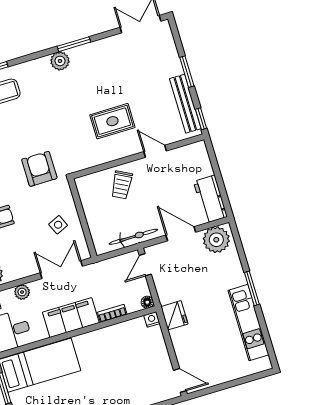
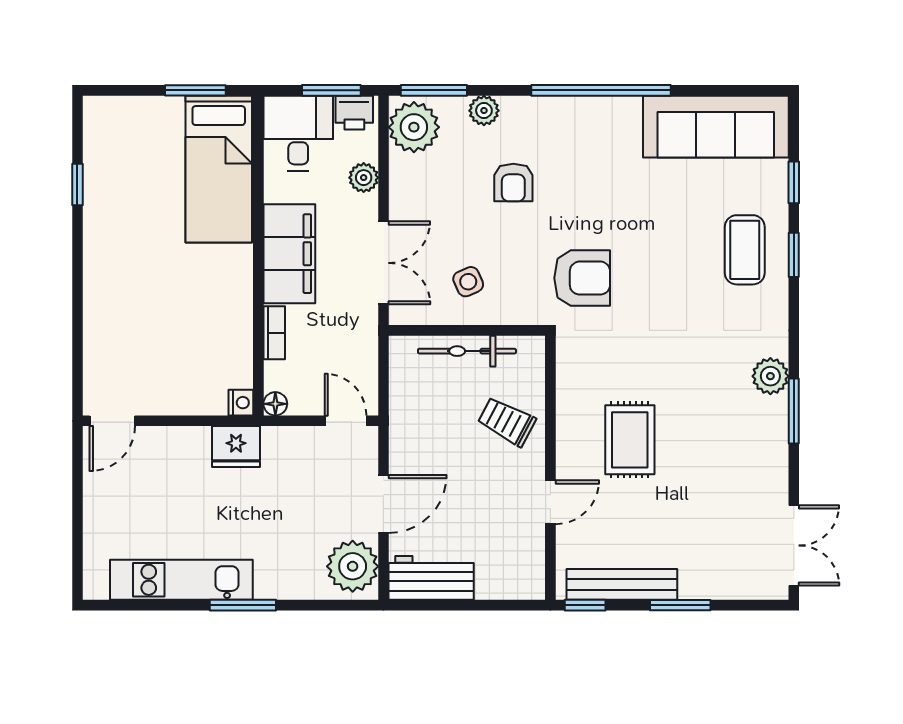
bicycle: (133, 237) -> (467, 351), moved, turned 90

